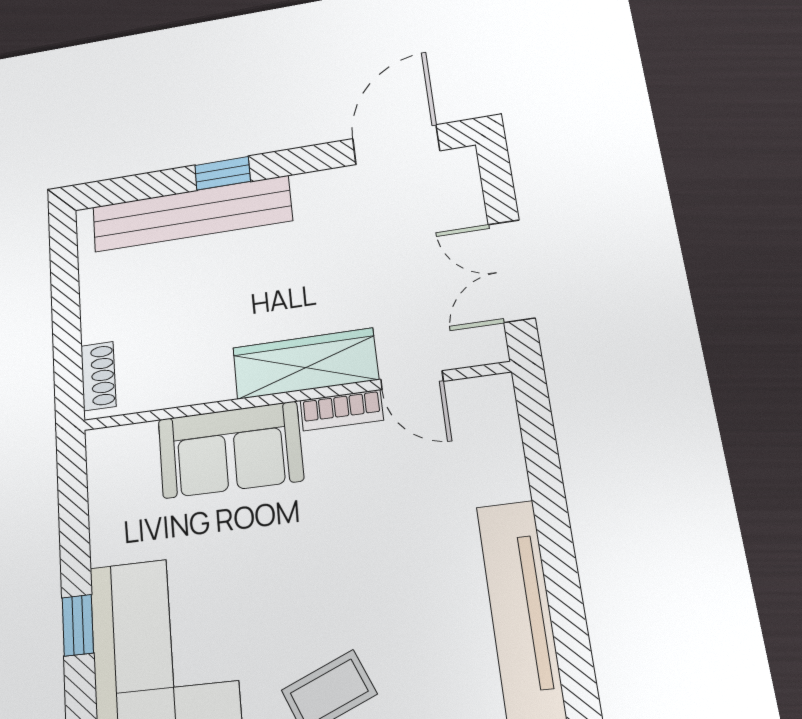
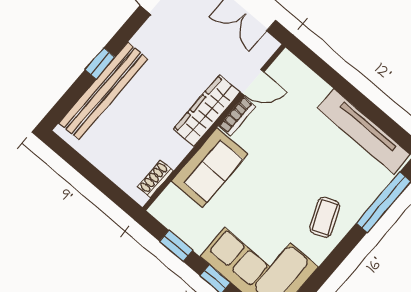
shoe rack: (98, 376) -> (155, 179), moved, turned -90
window: (74, 520) -> (176, 246), added

